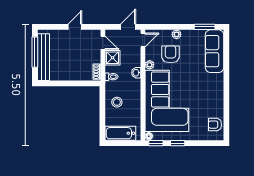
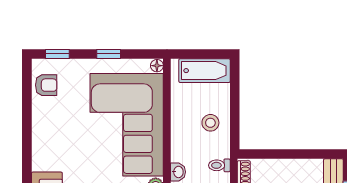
window: (156, 143) -> (57, 54), moved

